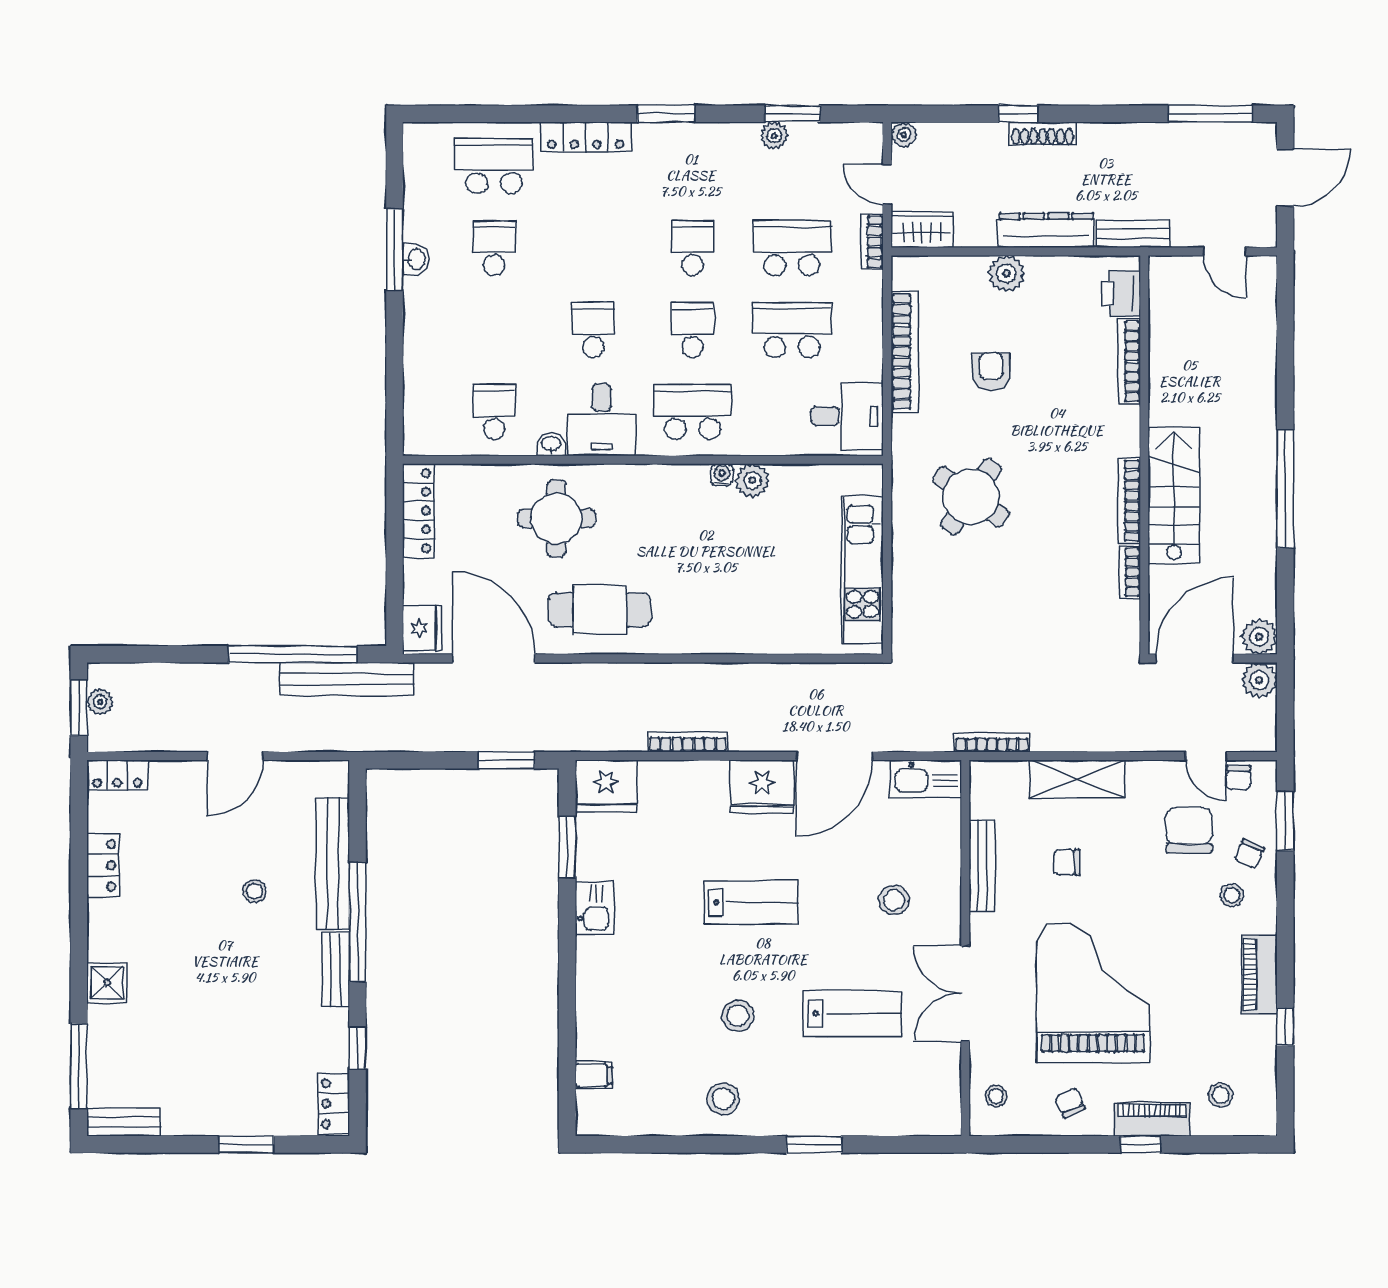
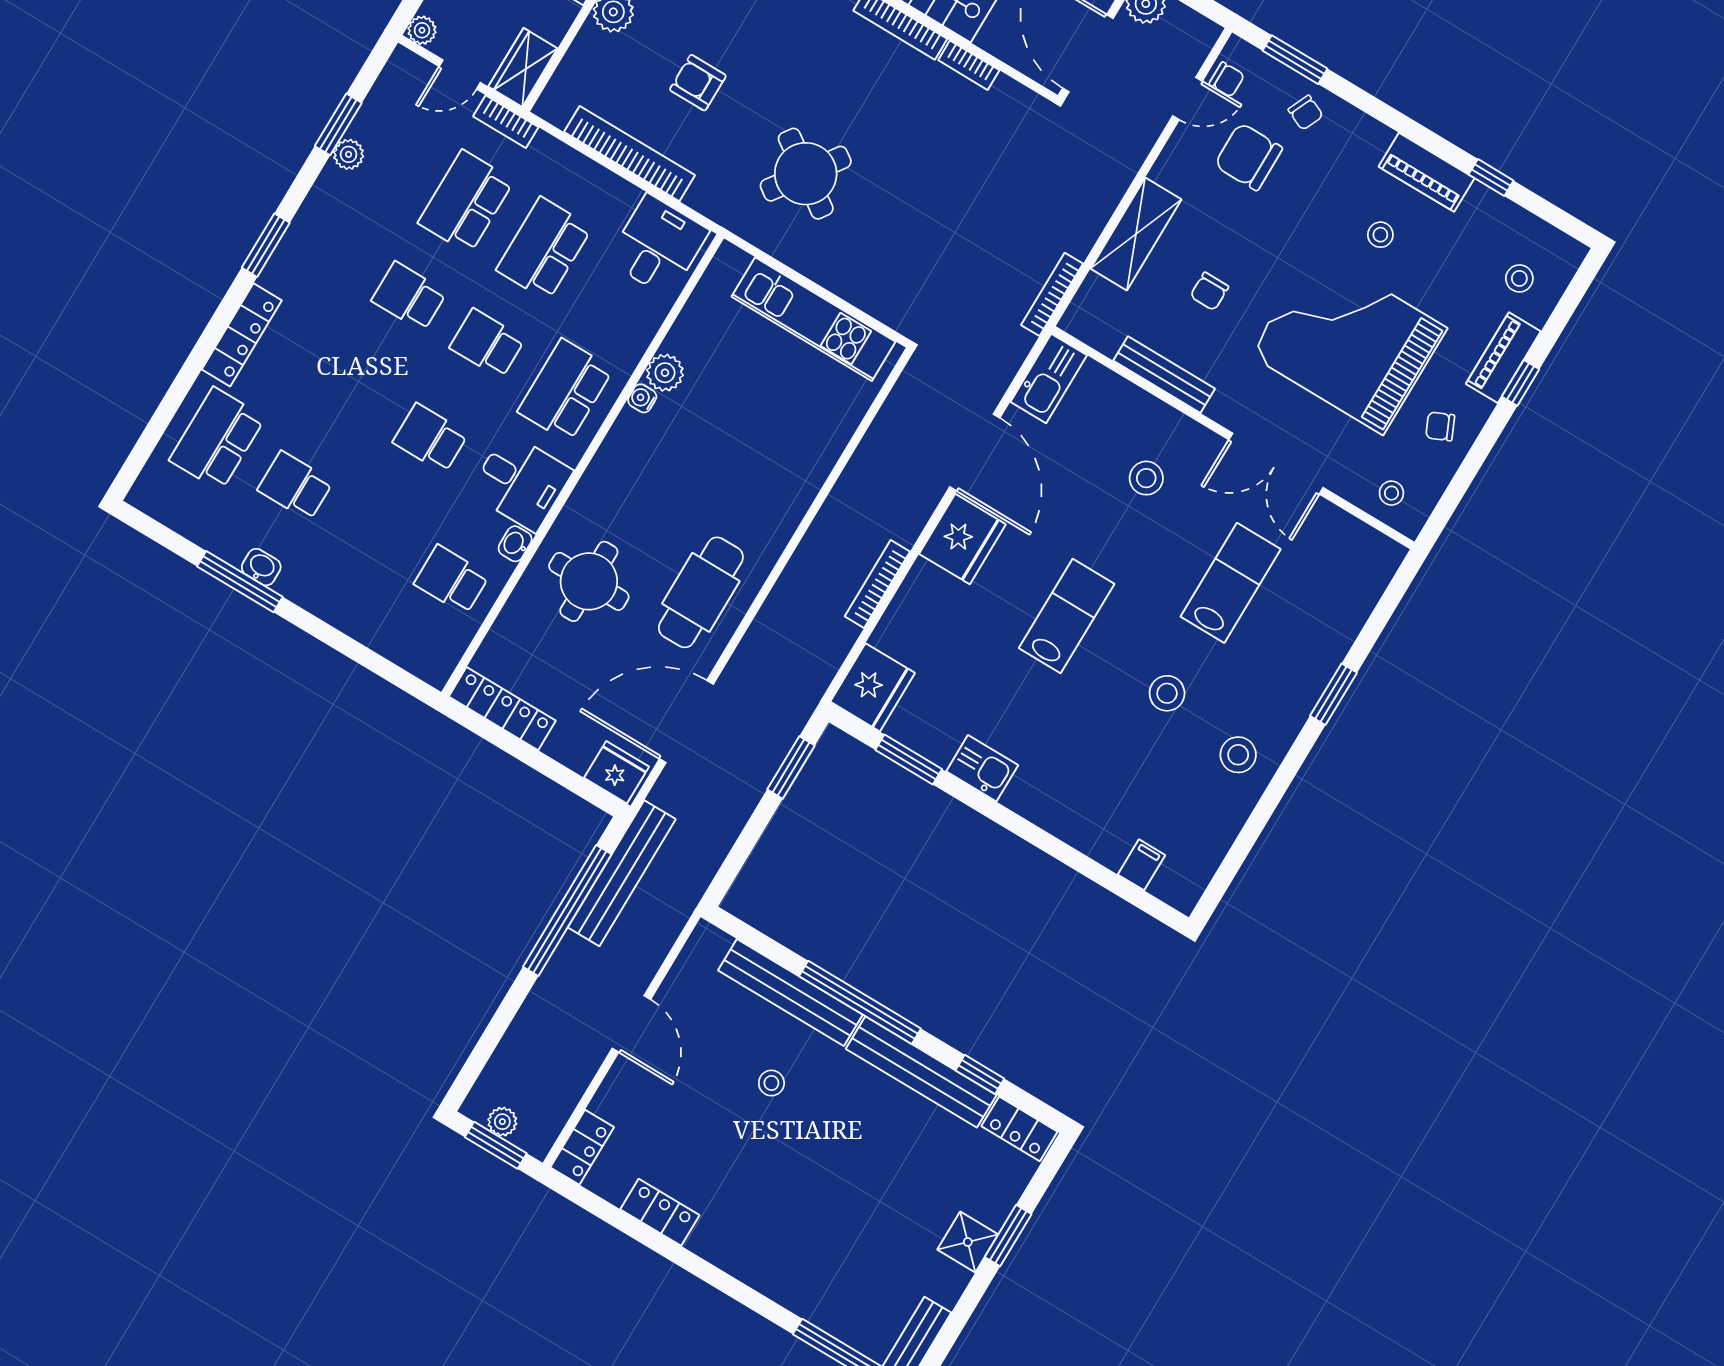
stool: (1232, 895) -> (1380, 235), moved
bench: (335, 970) -> (921, 1072), width x1.86, depth x1.21
shower: (107, 983) -> (968, 1242), moved

